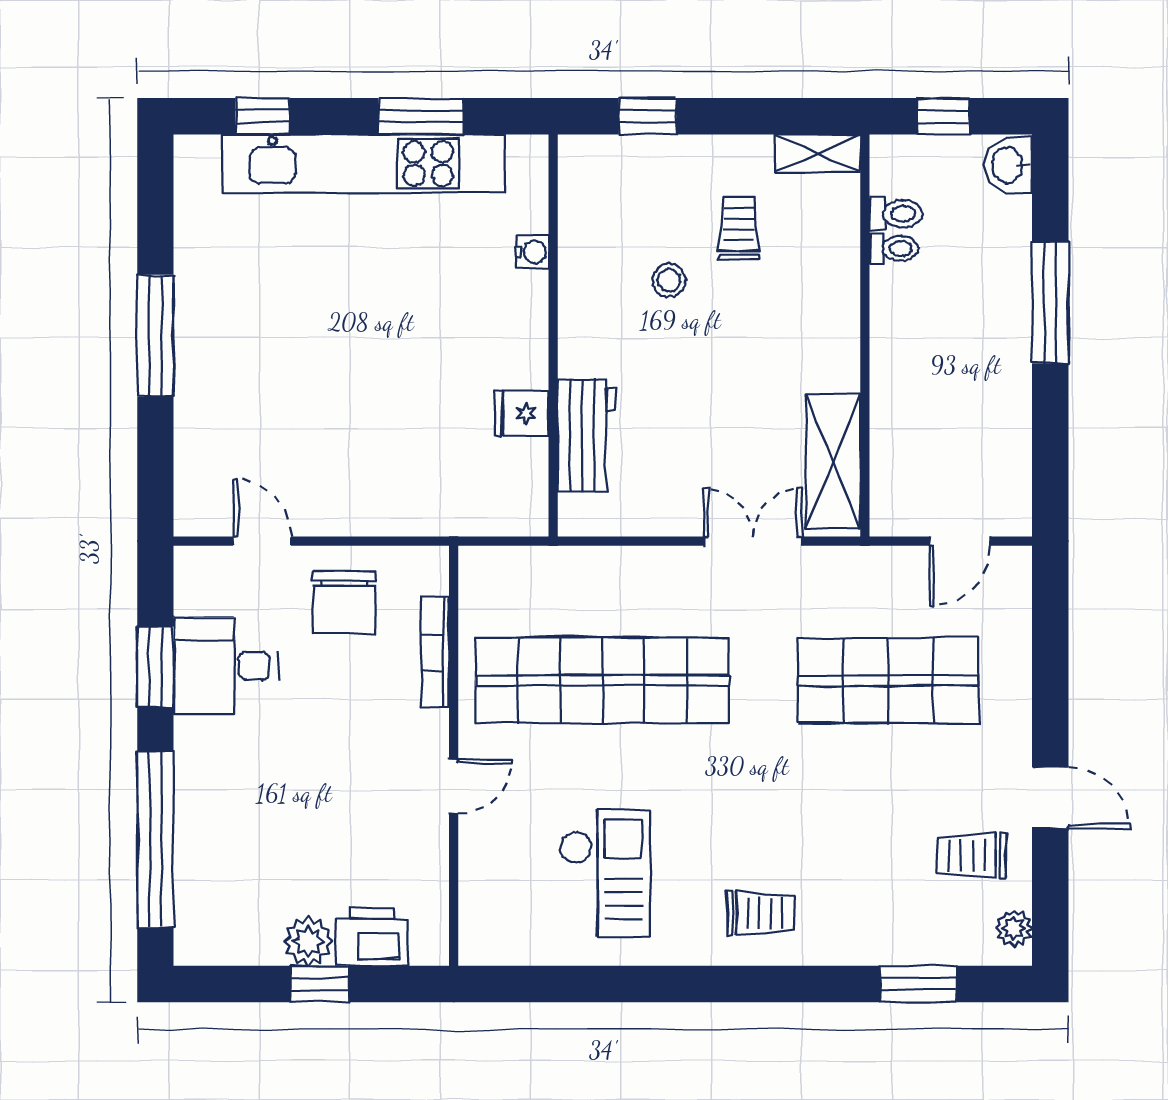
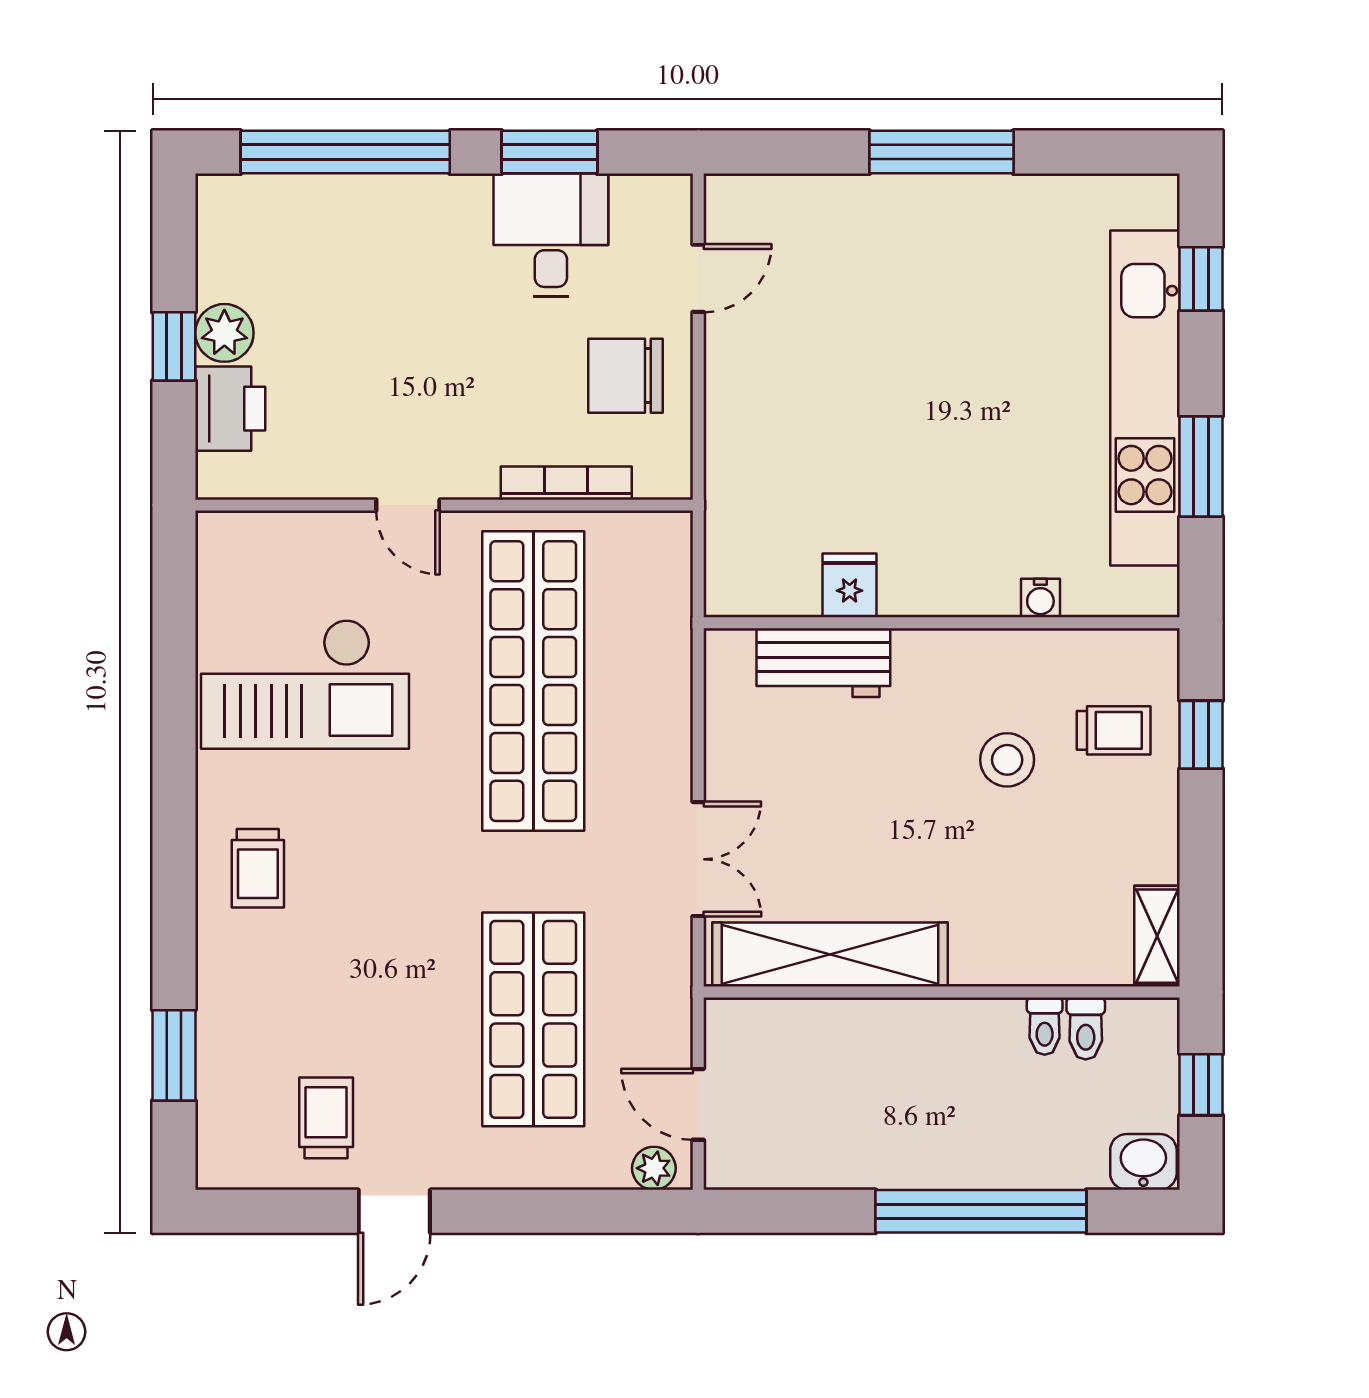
trolley: (739, 229) -> (1114, 730), moved
stool: (669, 280) -> (1007, 760), width x1.37, depth x1.37
window: (1050, 302) -> (981, 1211), width x1.46
shelving: (833, 461) -> (830, 955), width x1.47
checkout: (605, 873) -> (305, 684), width x1.36, depth x1.21
plant: (1014, 928) -> (654, 1168), moved

